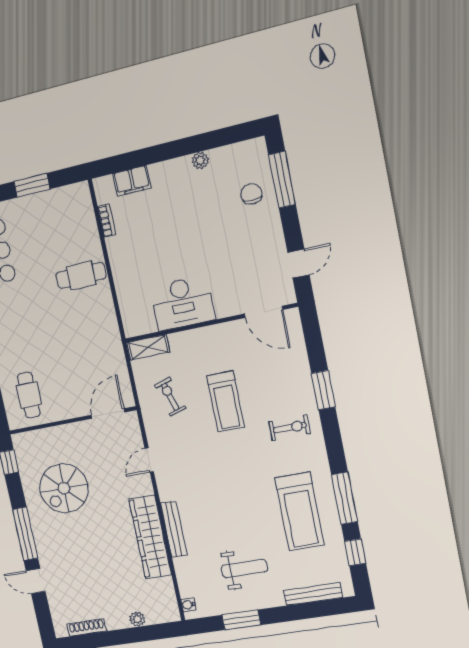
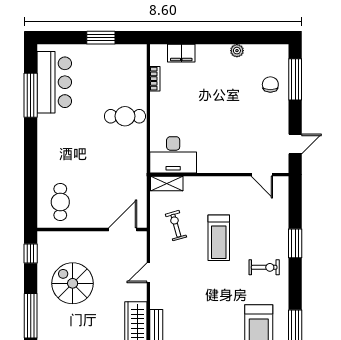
desk: (182, 303) -> (173, 155), moved
door: (264, 312) -> (262, 175), width x0.73
spiral stairs: (64, 488) -> (73, 283), turned 90

